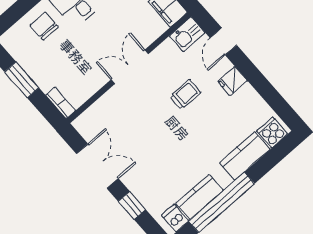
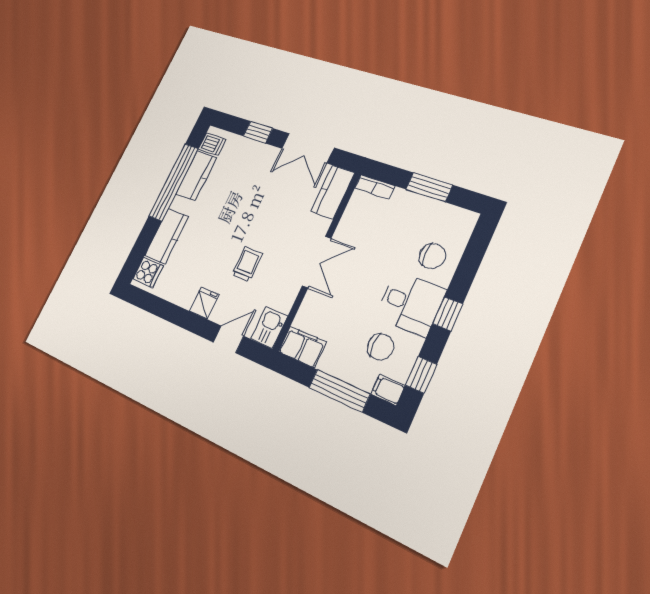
door: (223, 41) -> (228, 339), hinge flipped
trolley: (185, 94) -> (247, 264), turned 180
kitchen counter: (94, 117) -> (333, 192), added

